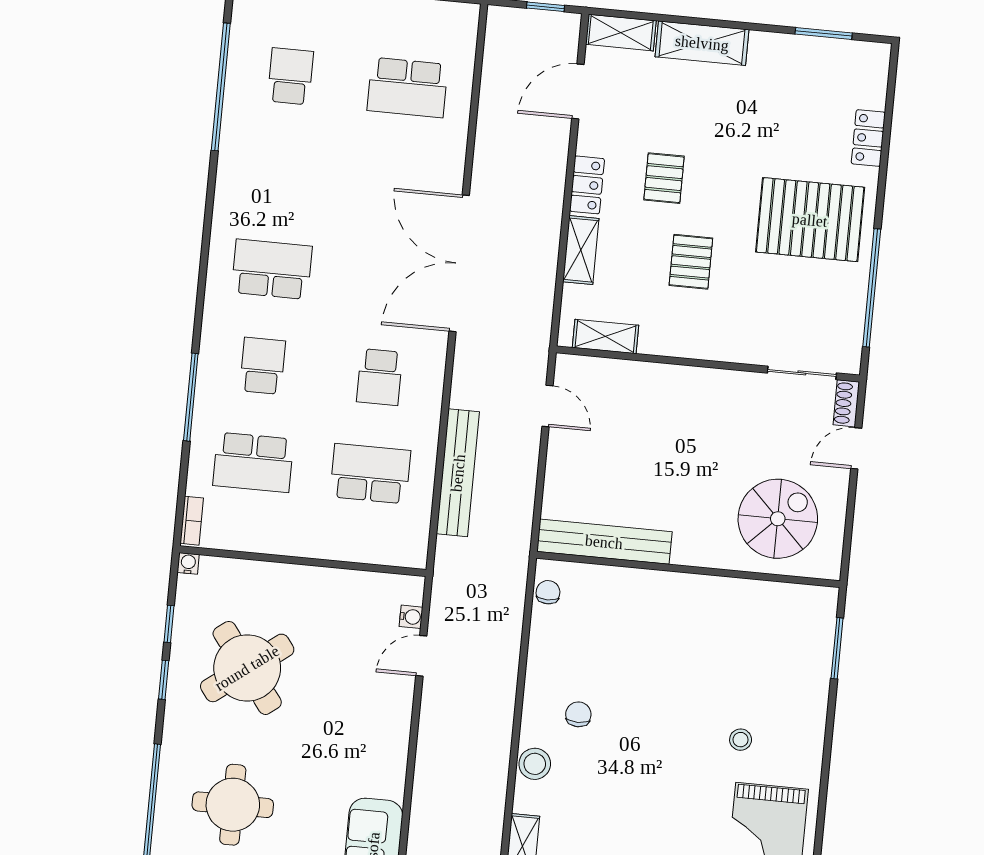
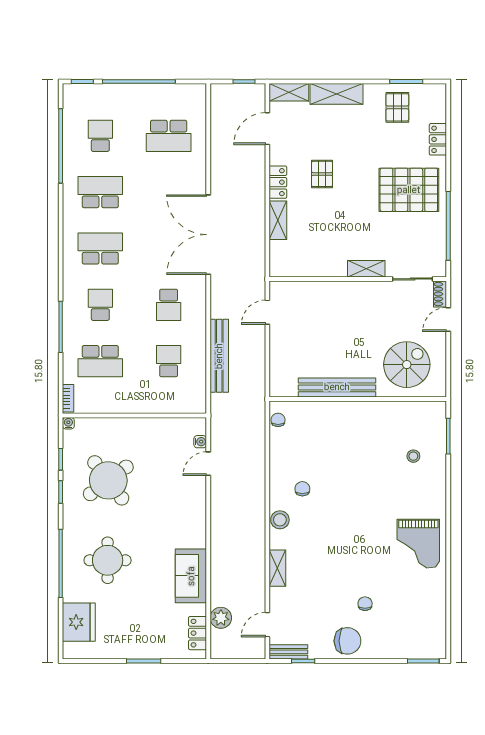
school desk: (281, 173) -> (100, 192), added
pallet: (691, 262) -> (397, 107), moved
shelving: (605, 336) -> (366, 269), moved
door: (548, 406) -> (267, 312), swing flipped
school desk: (370, 474) -> (169, 361), width x0.54
bench: (604, 542) -> (337, 387), moved
stool: (741, 740) -> (413, 456), moved

